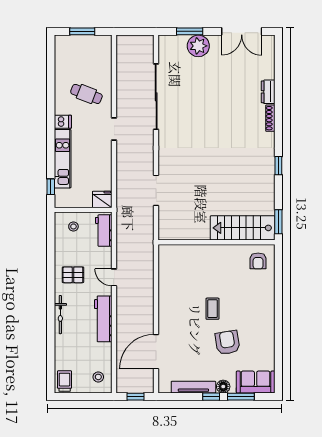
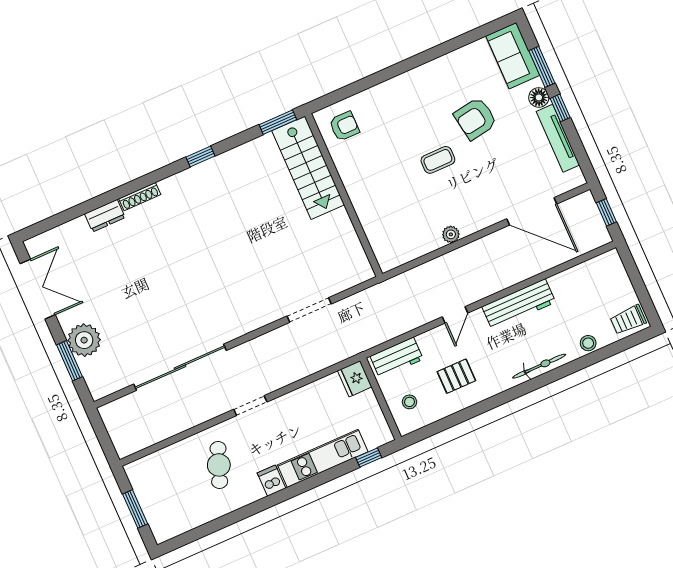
pallet: (73, 275) -> (456, 376), moved, turned 90
plant: (164, 297) -> (451, 234), added
stool: (98, 377) -> (588, 343), moved

